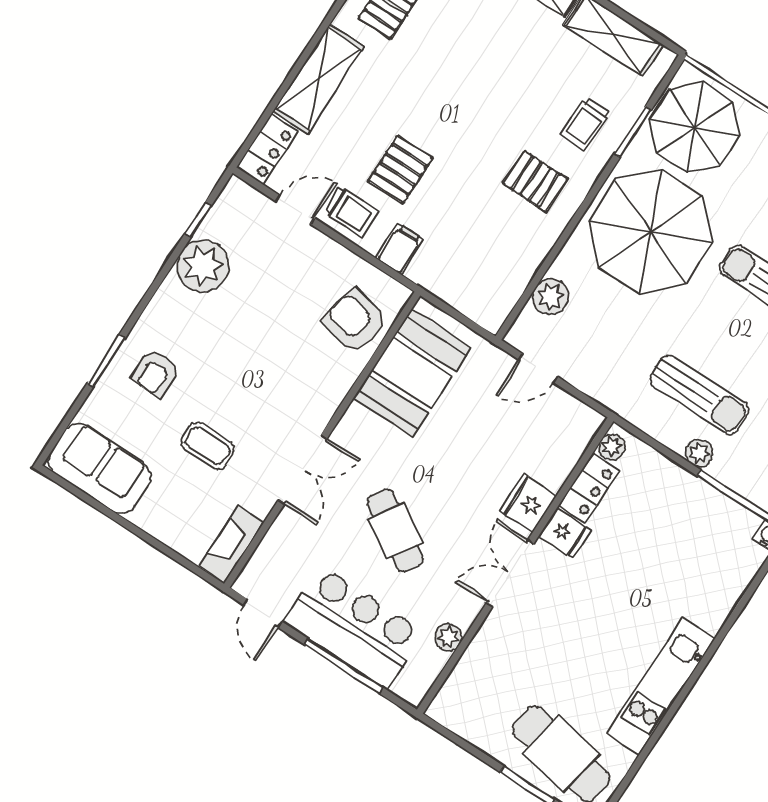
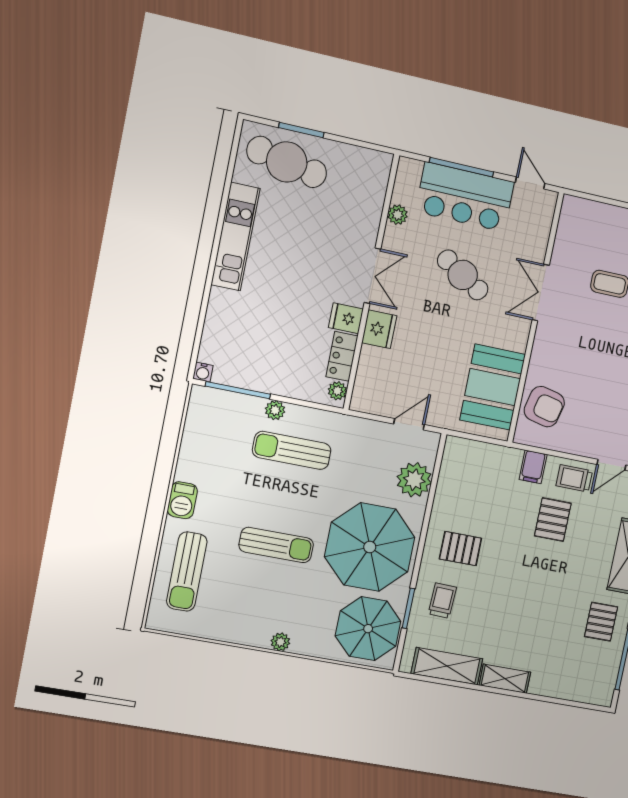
plant: (551, 297) -> (414, 480), width x1.36, depth x1.36
fireplace: (232, 544) -> (569, 223), removed

